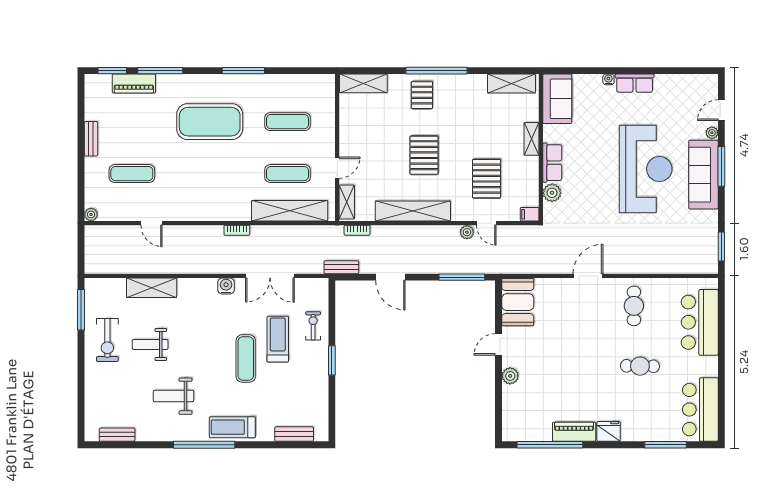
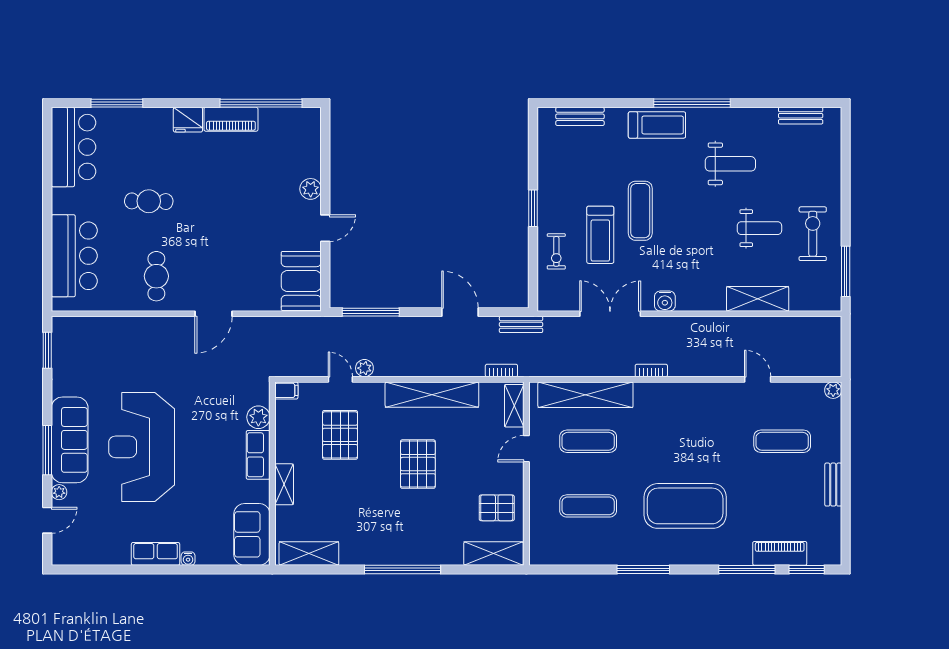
pallet: (422, 95) -> (497, 508), moved, turned 90

